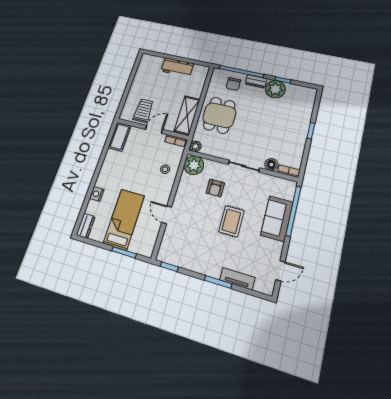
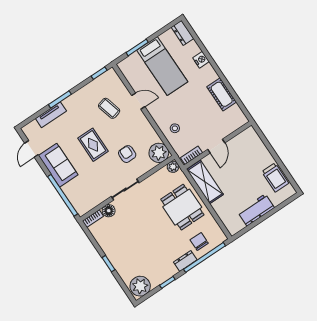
plant: (275, 89) -> (140, 286), moved
trolley: (143, 111) -> (275, 177), moved
cot: (119, 137) -> (222, 94), moved
sofa: (277, 219) -> (58, 165), moved
coffee table: (191, 233) -> (109, 108), added

